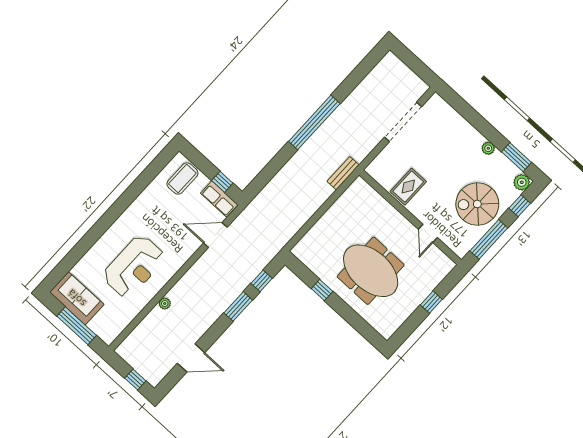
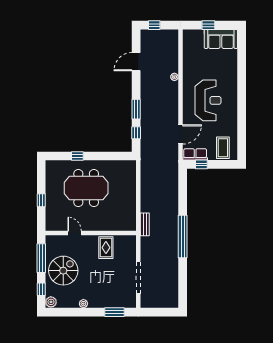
window: (516, 157) -> (115, 312), moved
reception desk: (134, 267) -> (208, 100), moved, turned 180
window: (322, 290) -> (77, 156), moved
window: (77, 326) -> (208, 25), width x0.46

